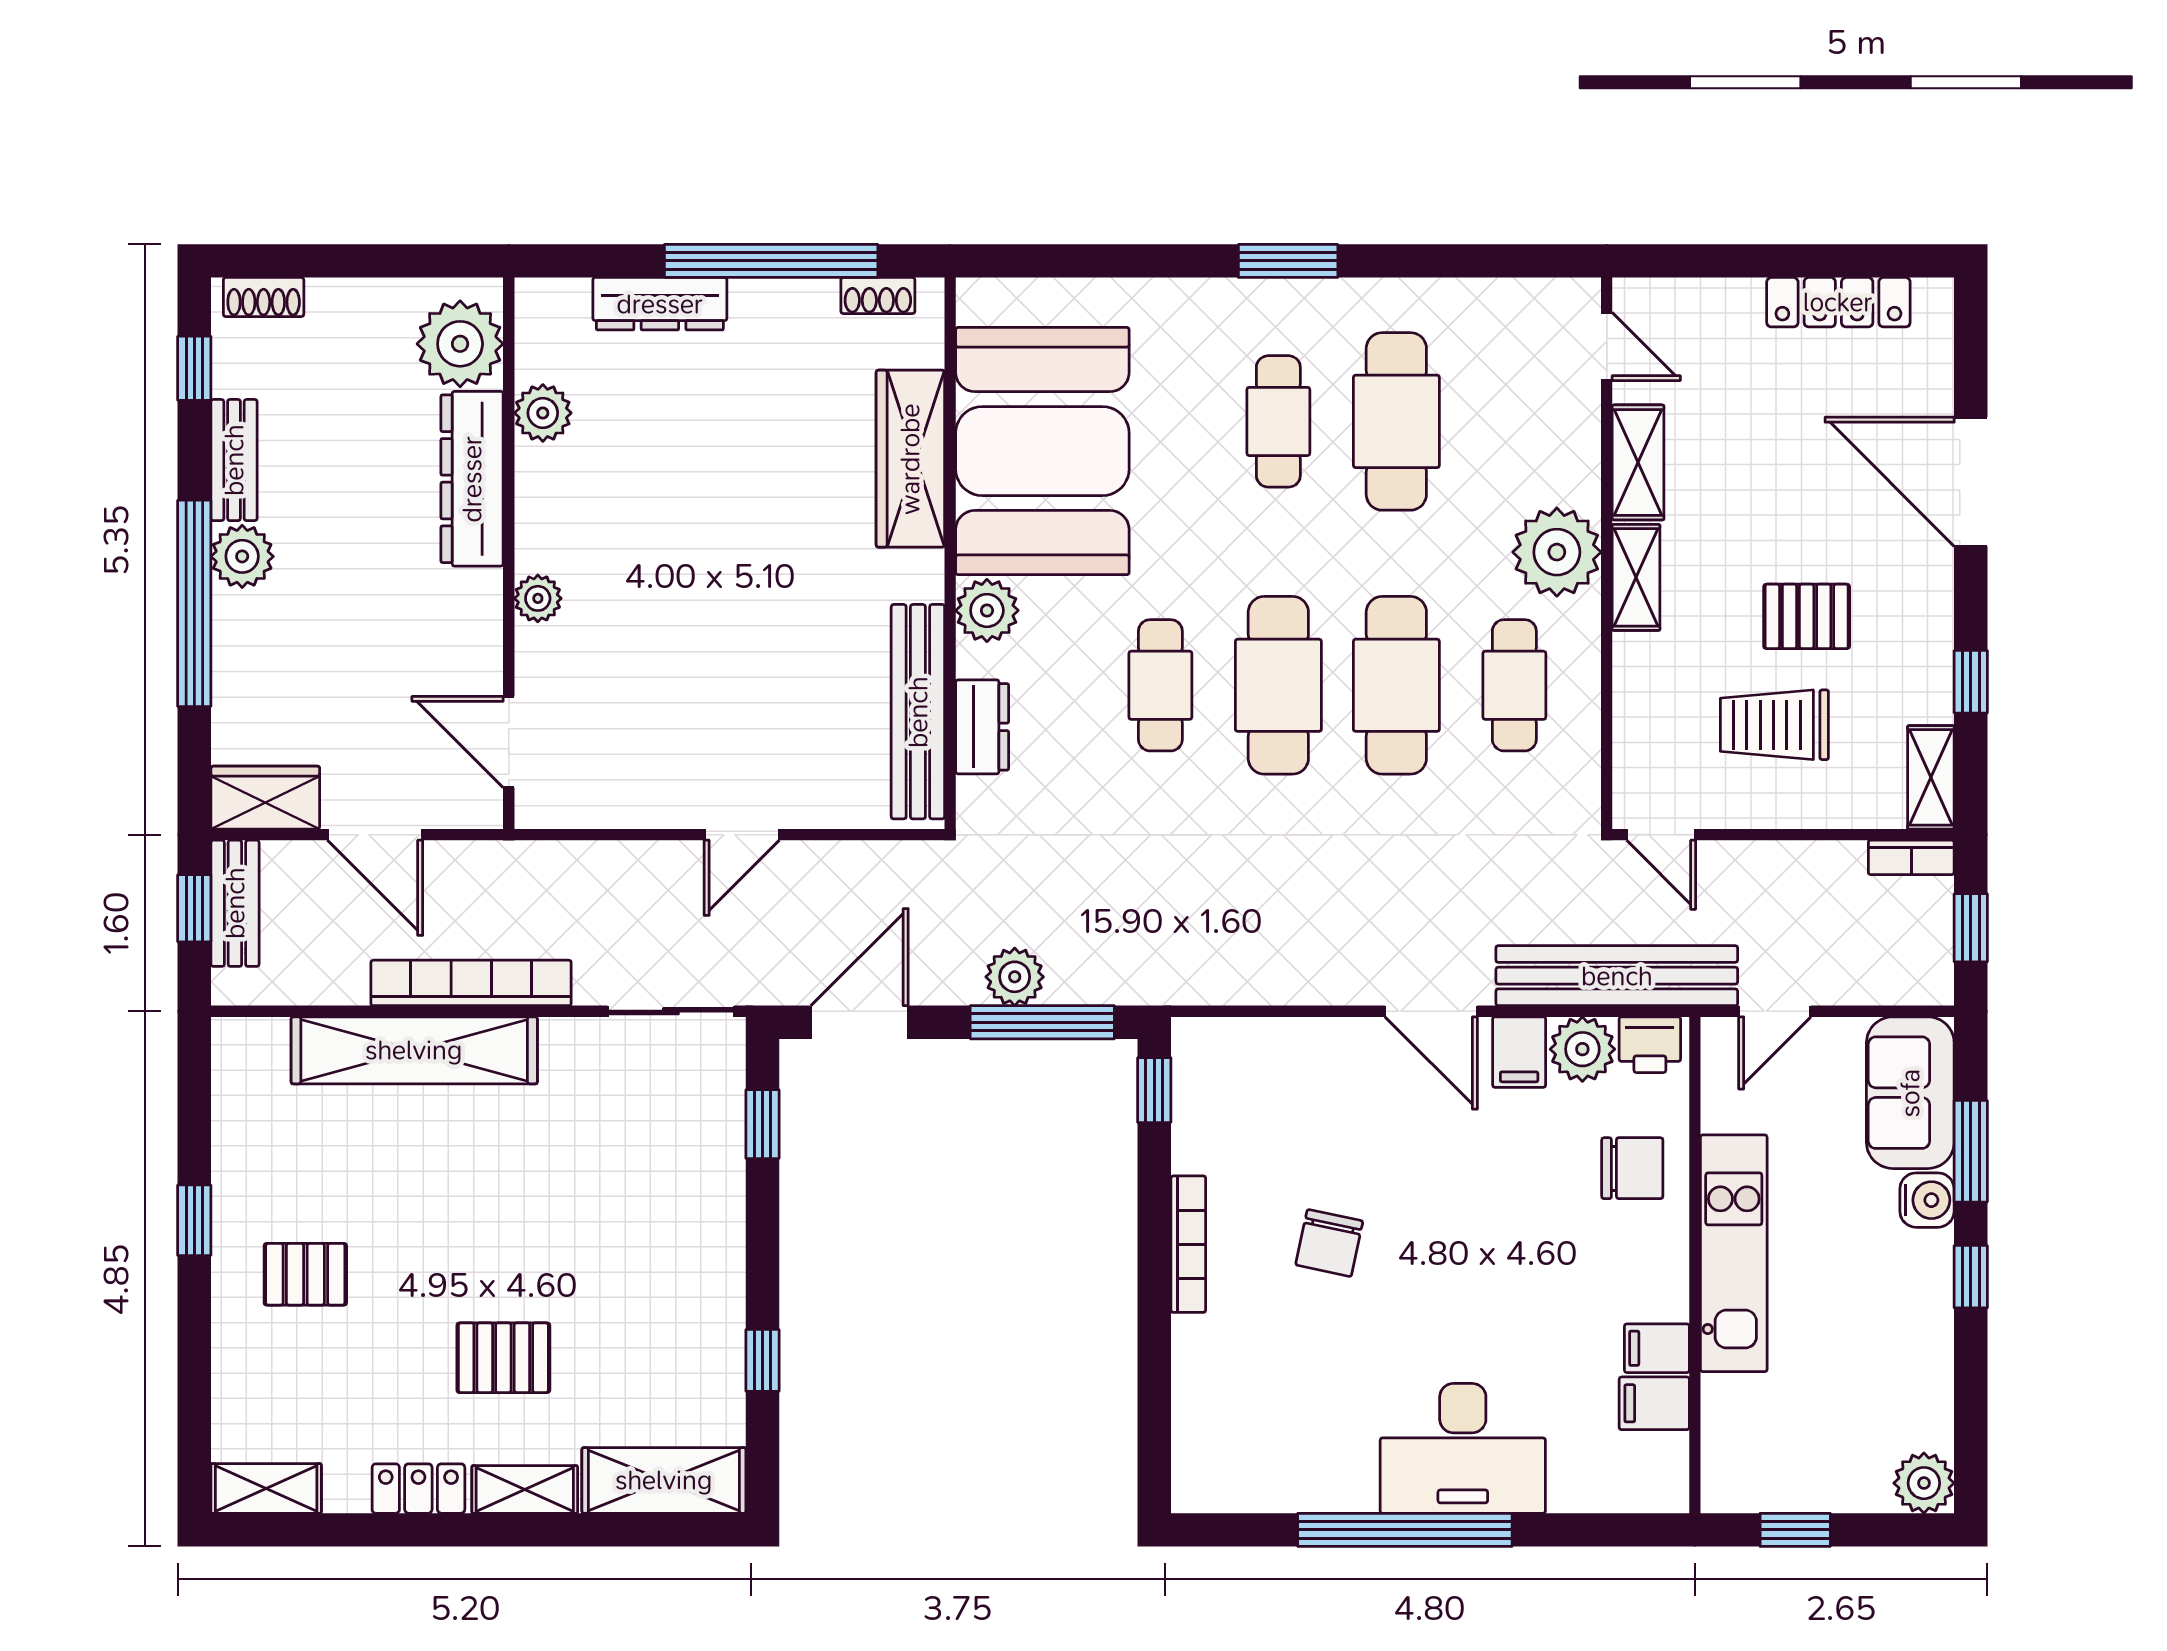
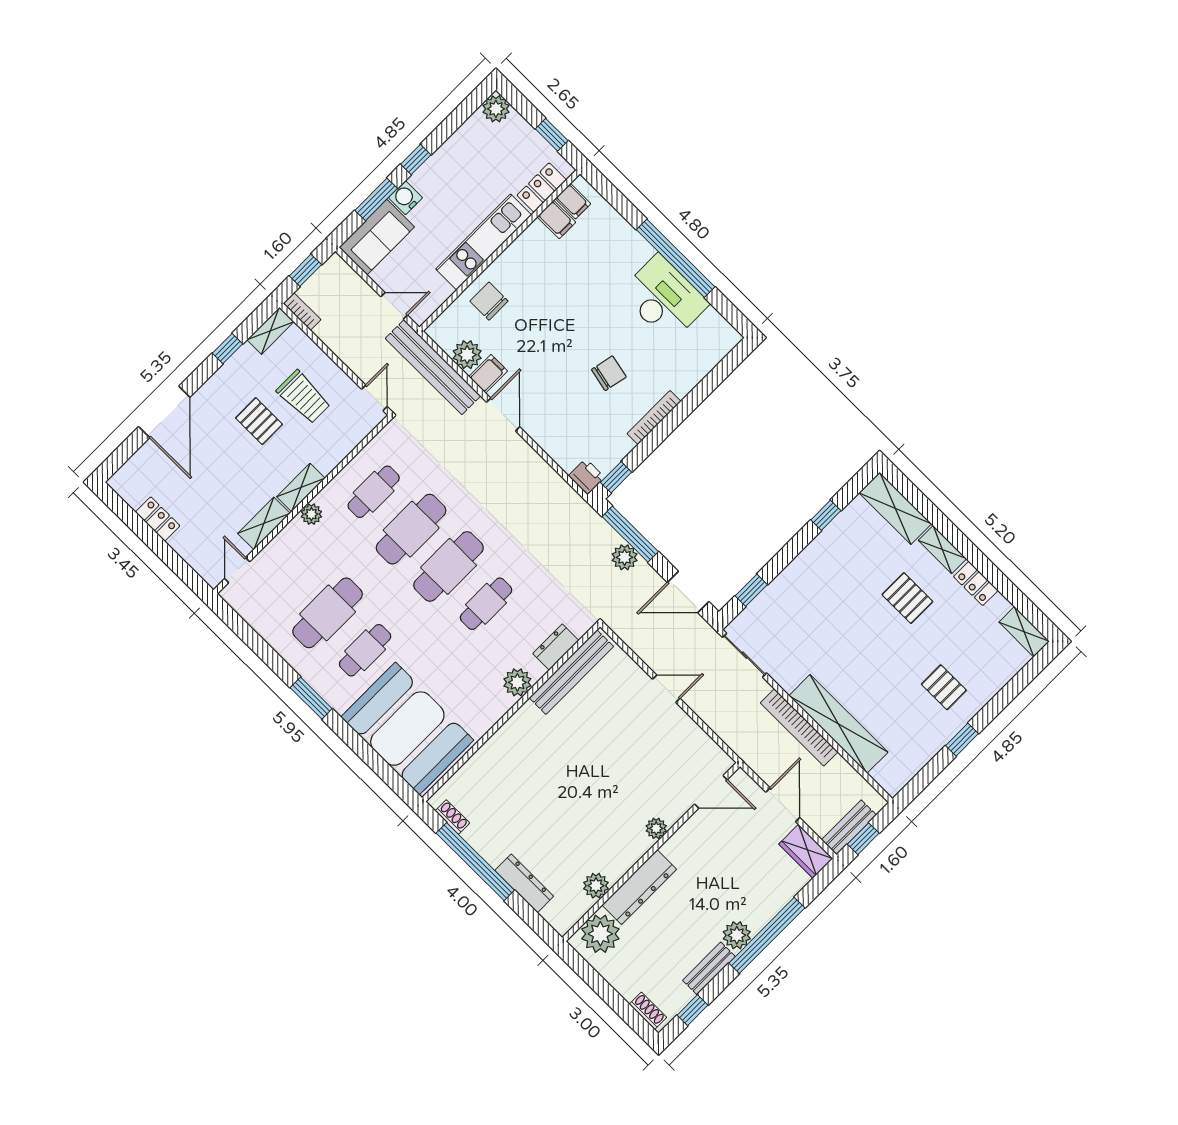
locker: (1838, 302) -> (158, 519), width x0.66
booth: (1042, 451) -> (407, 729), moved, turned 90
wardrobe: (910, 459) -> (494, 755), removed
plant: (1557, 552) -> (311, 514), width x0.53, depth x0.53
door: (509, 742) -> (711, 792), hinge flipped
printer: (1650, 1045) -> (587, 477), moved
filing cabinet: (1657, 1348) -> (573, 201), moved
locker: (1728, 1430) -> (542, 188), added
desk: (1463, 1448) -> (664, 298), moved

